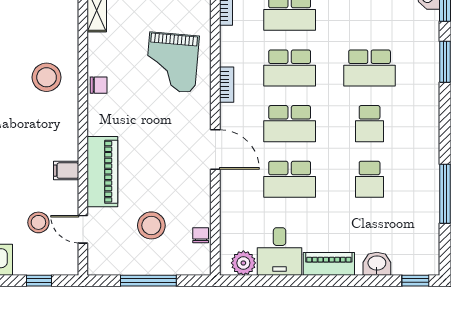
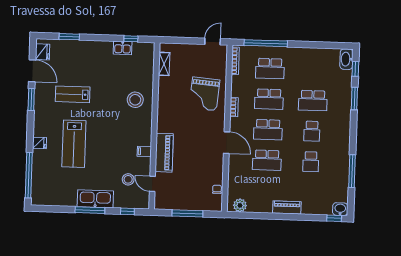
chair: (99, 85) -> (164, 105), removed
stool: (151, 225) -> (190, 183), removed
desk: (280, 251) -> (260, 200), removed
washbasin: (377, 264) -> (340, 209), moved

